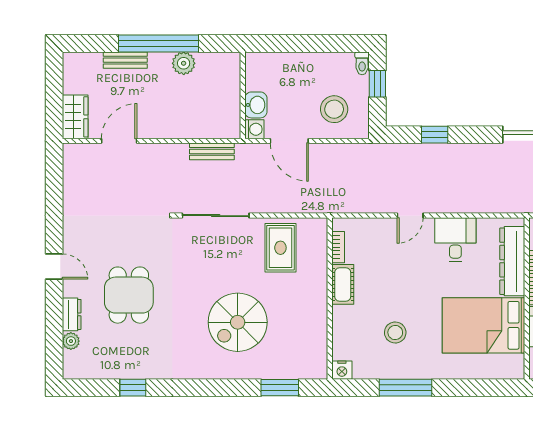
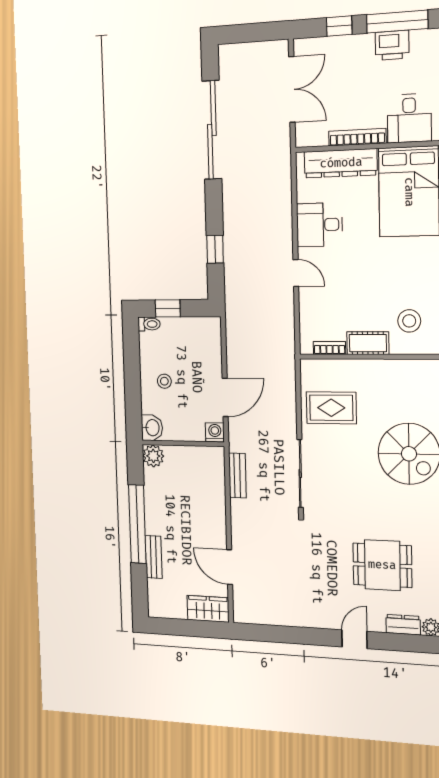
plant: (184, 63) -> (153, 456), moved
washbasin: (256, 105) -> (152, 428), moved, turned 90
stool: (334, 109) -> (164, 381), moved, width x0.53, depth x0.53
stool: (395, 333) -> (409, 321), moved

